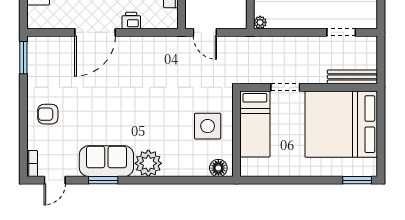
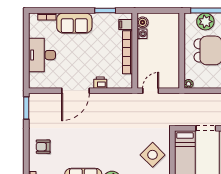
door: (205, 32) -> (151, 91), swing flipped
side table: (208, 126) -> (153, 155), turned 45

